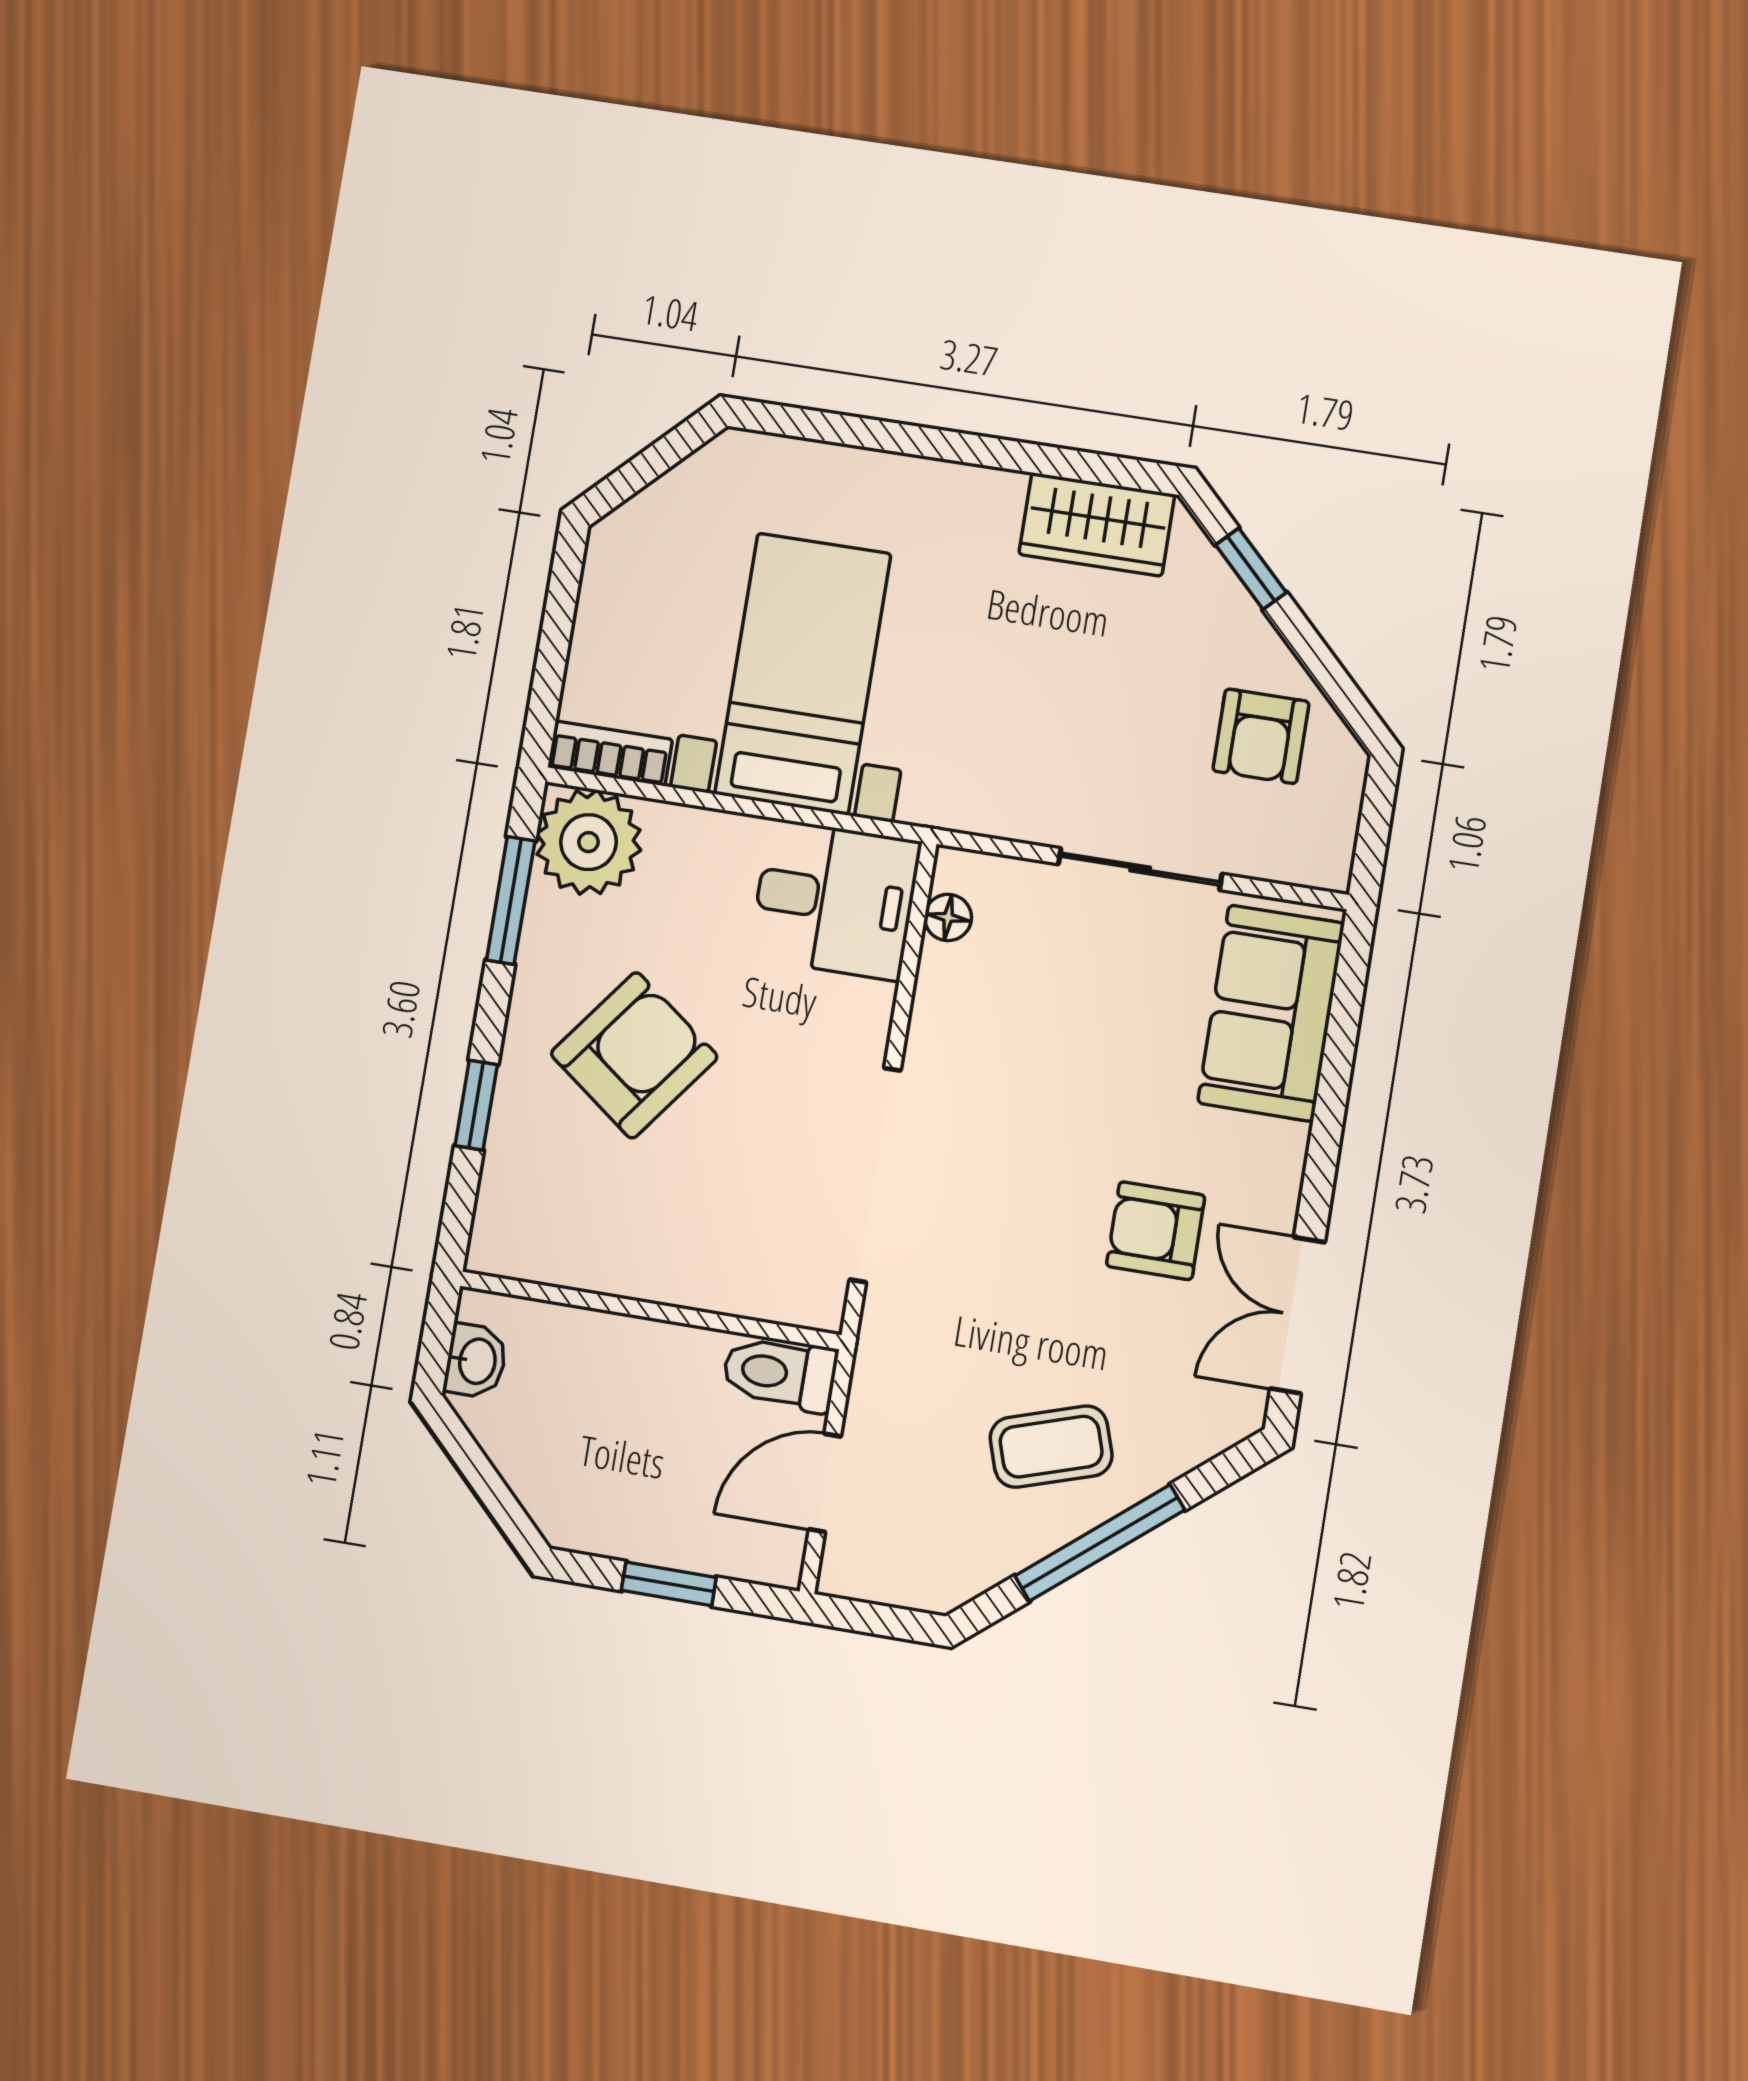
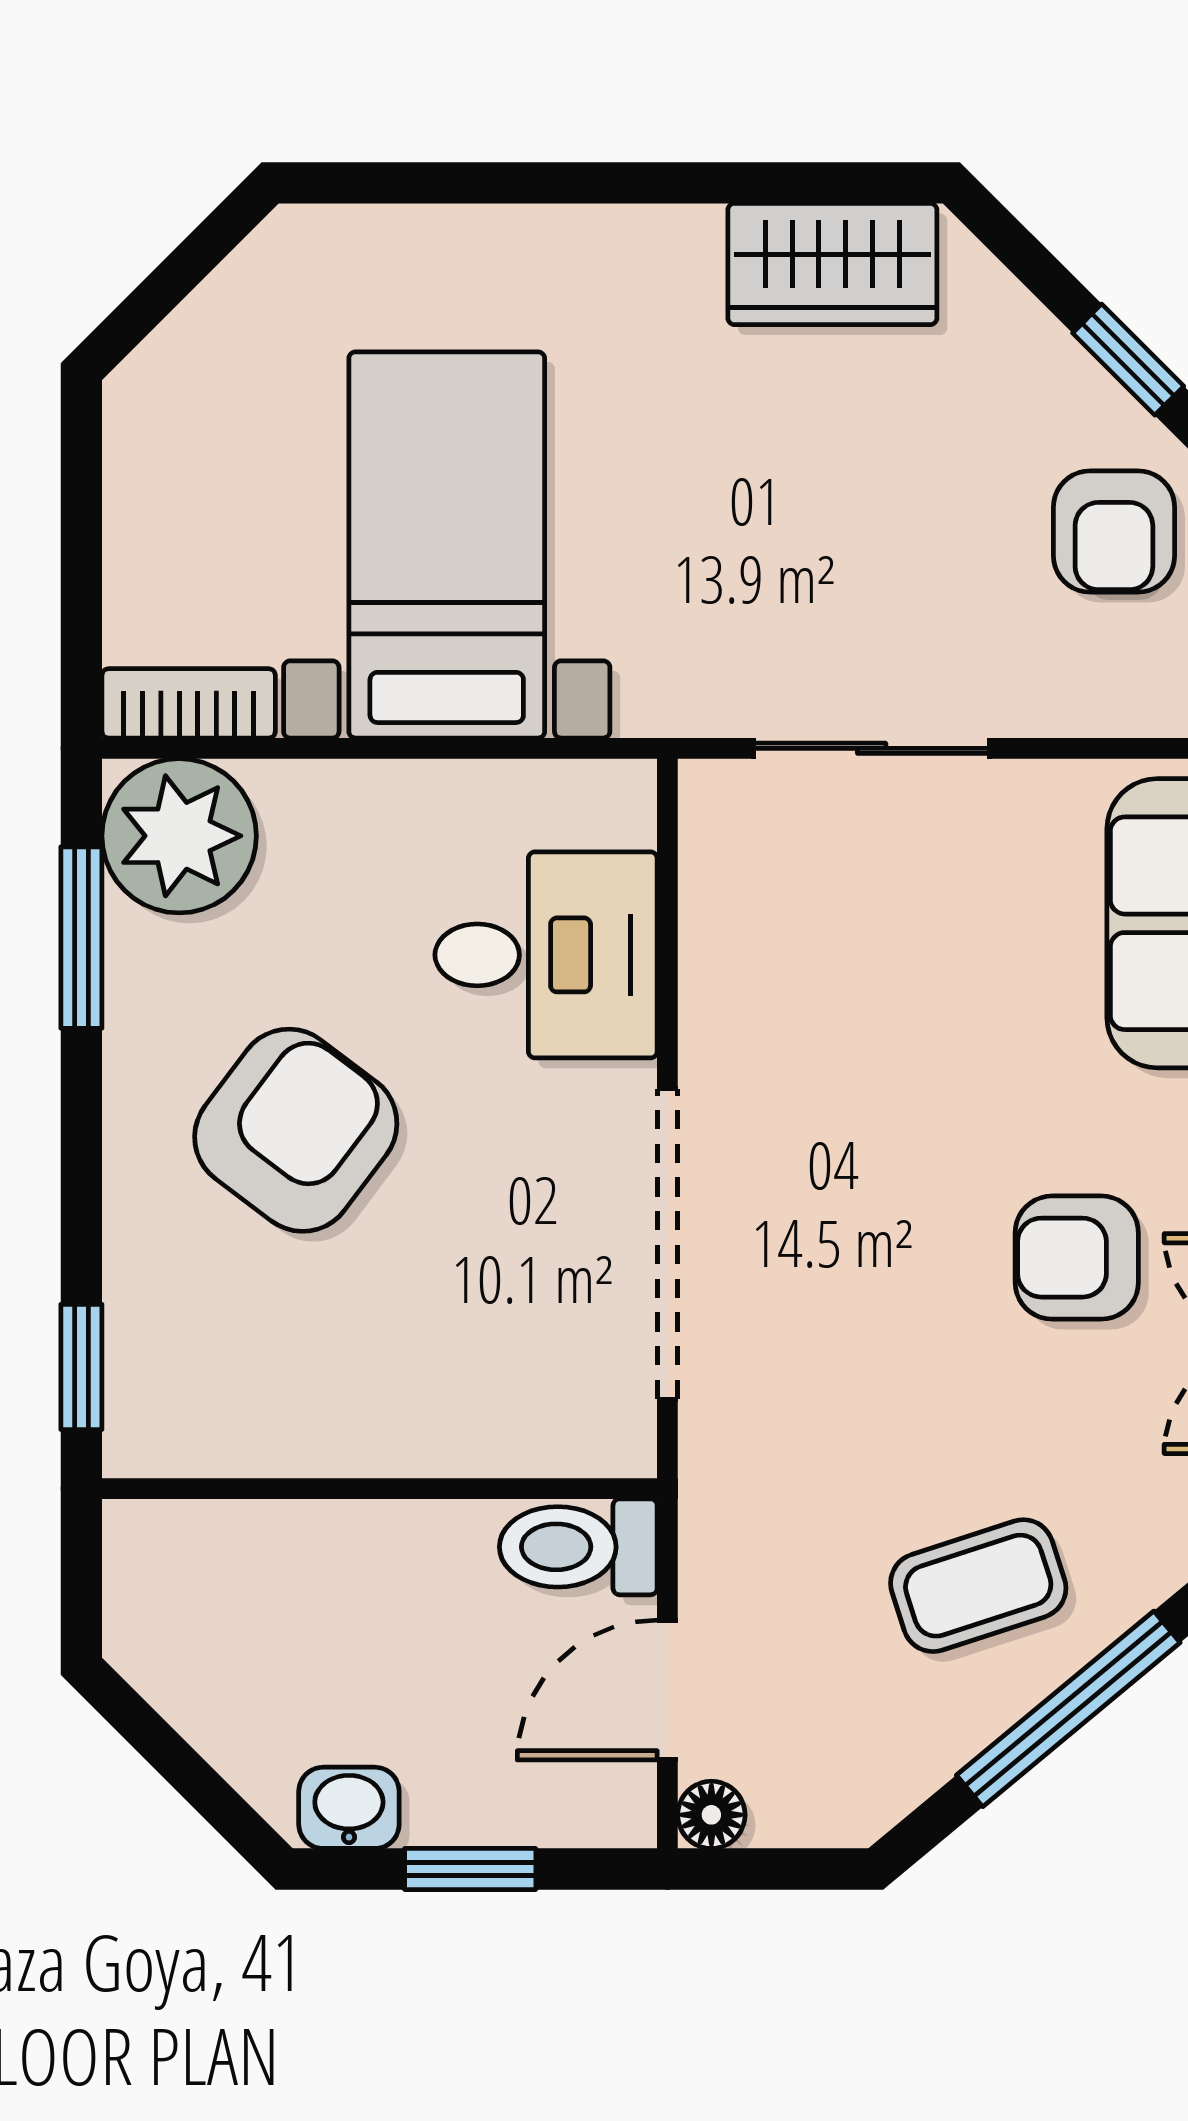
window: (1251, 569) -> (1128, 360), moved
sliding door: (1140, 869) -> (872, 748), moved
desk: (835, 900) -> (546, 955), moved
floor lamp: (948, 917) -> (711, 1815), moved
window: (476, 1105) -> (81, 1367), moved
washbasin: (476, 1361) -> (349, 1808), moved, turned -90

